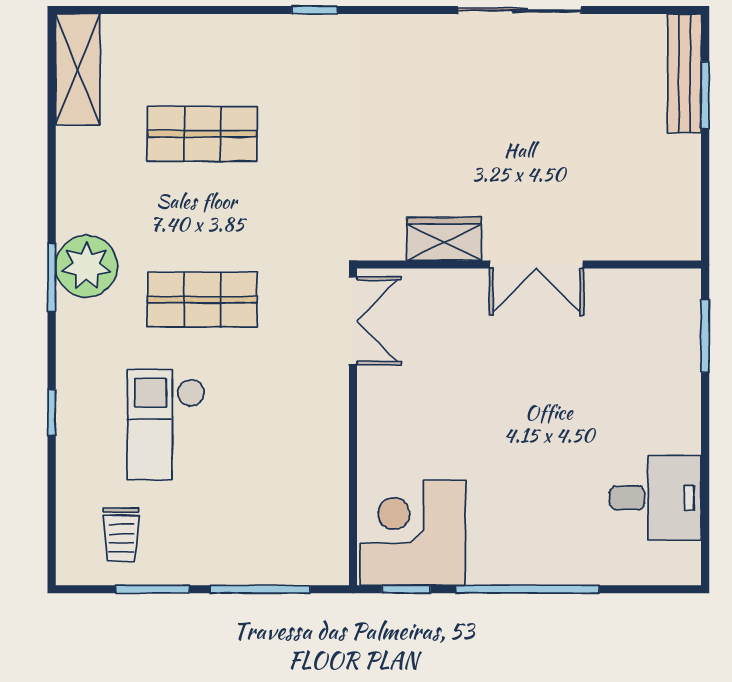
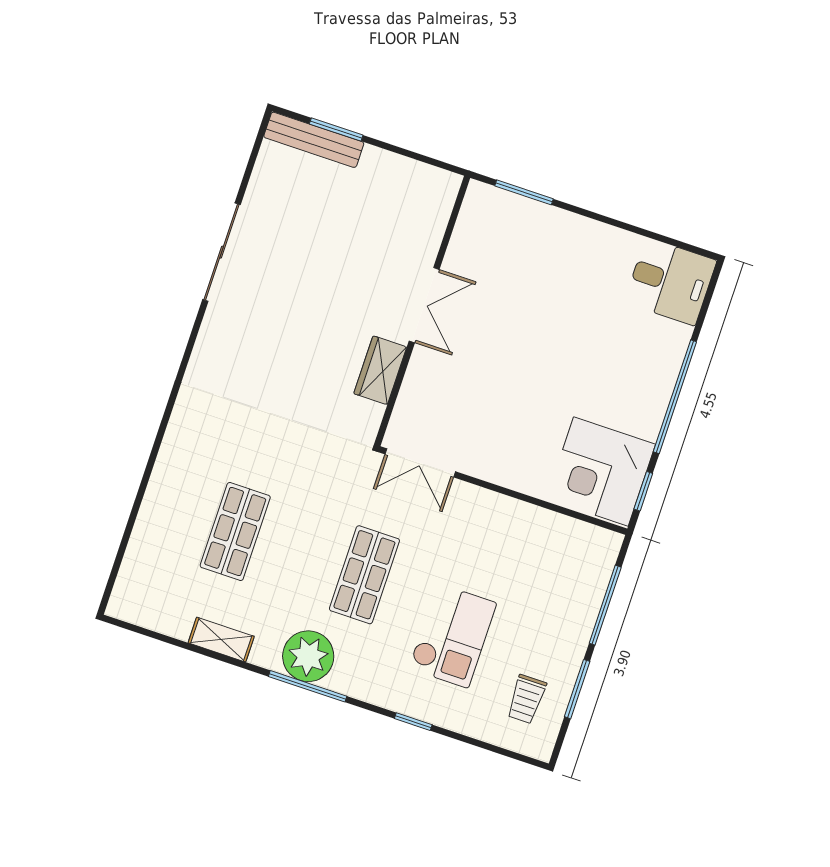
window: (315, 10) -> (168, 412), removed
shelving: (78, 69) -> (221, 640), moved, width x0.67, depth x0.75
window: (52, 277) -> (308, 686), width x1.44
double door: (353, 321) -> (420, 463), swing flipped
checkout: (166, 425) -> (452, 636), turned -90
desk: (655, 498) -> (670, 282), moved, turned 90
trolley: (121, 535) -> (526, 699), turned 90

